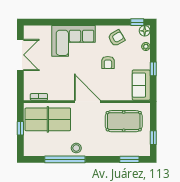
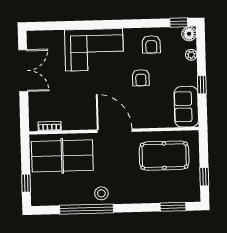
armchair: (116, 38) -> (151, 44), turned 120
window: (20, 128) -> (26, 183), moved

